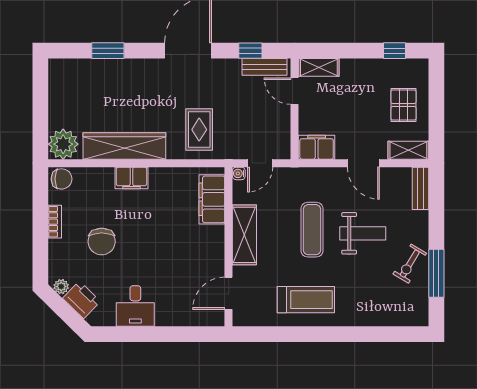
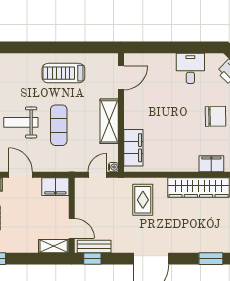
window: (250, 51) -> (92, 259), moved
filing cabinet: (132, 178) -> (211, 164), moved
chair: (102, 242) -> (215, 116), turned 89

